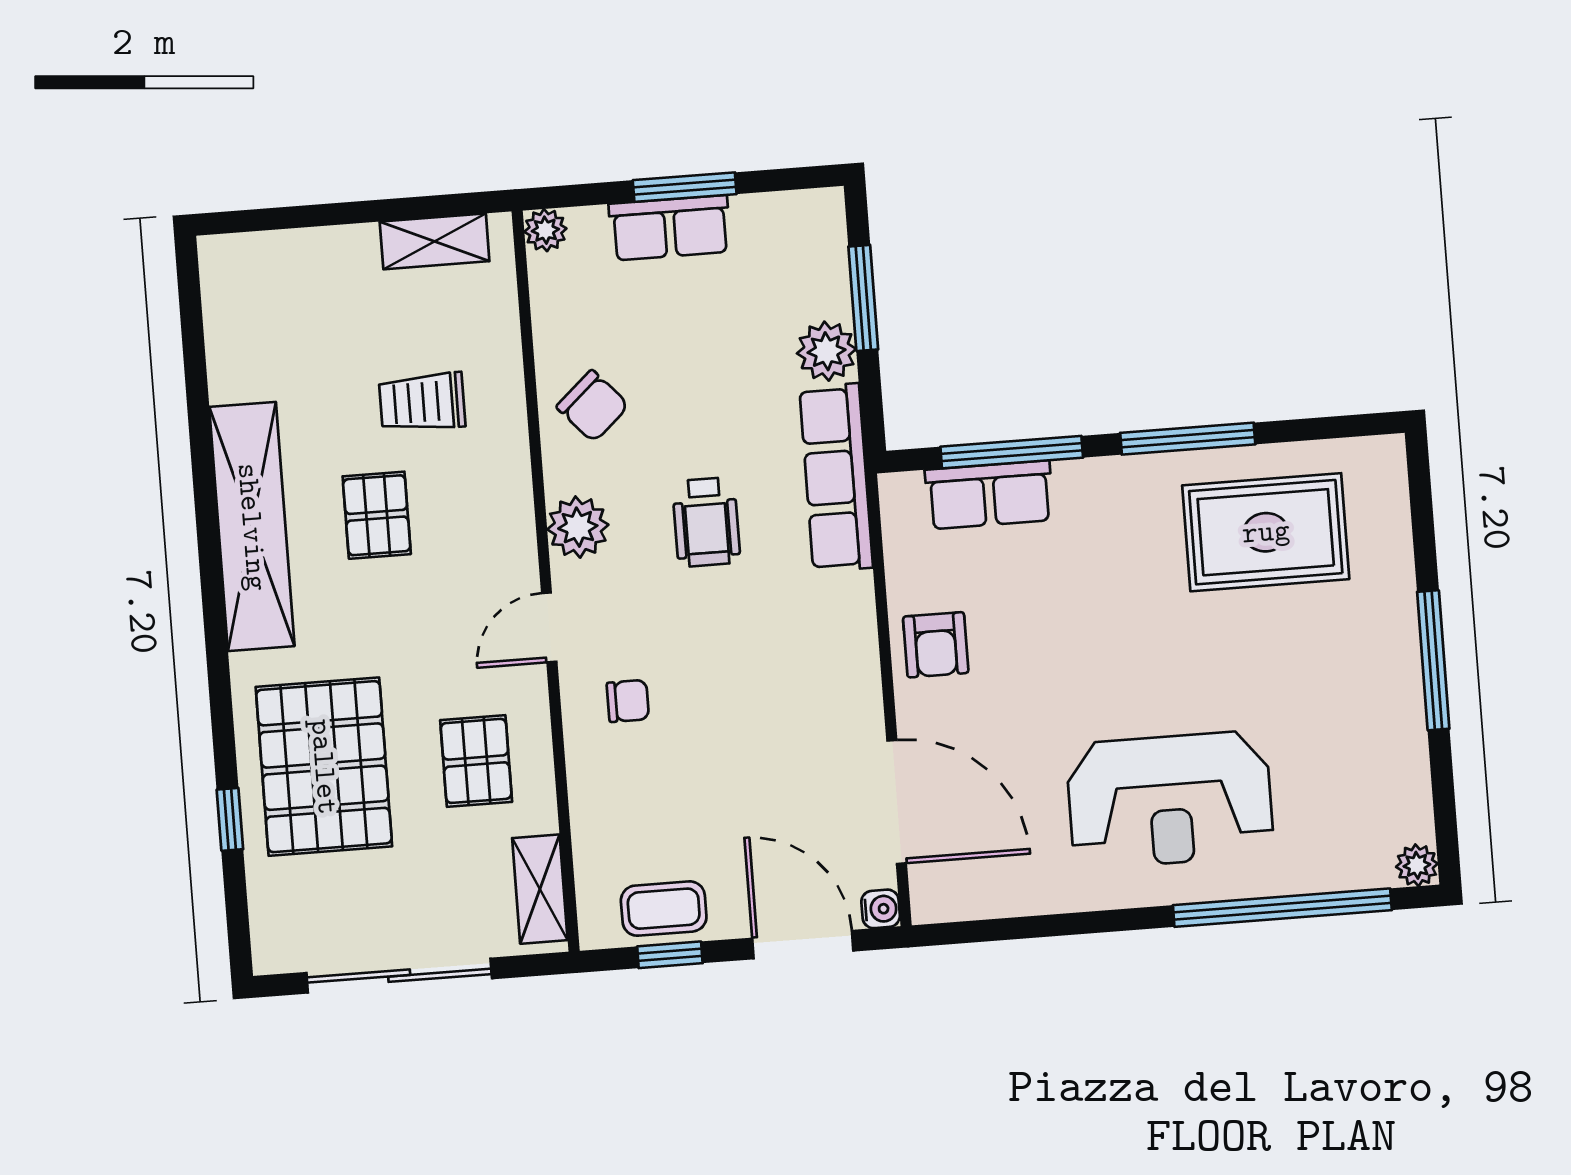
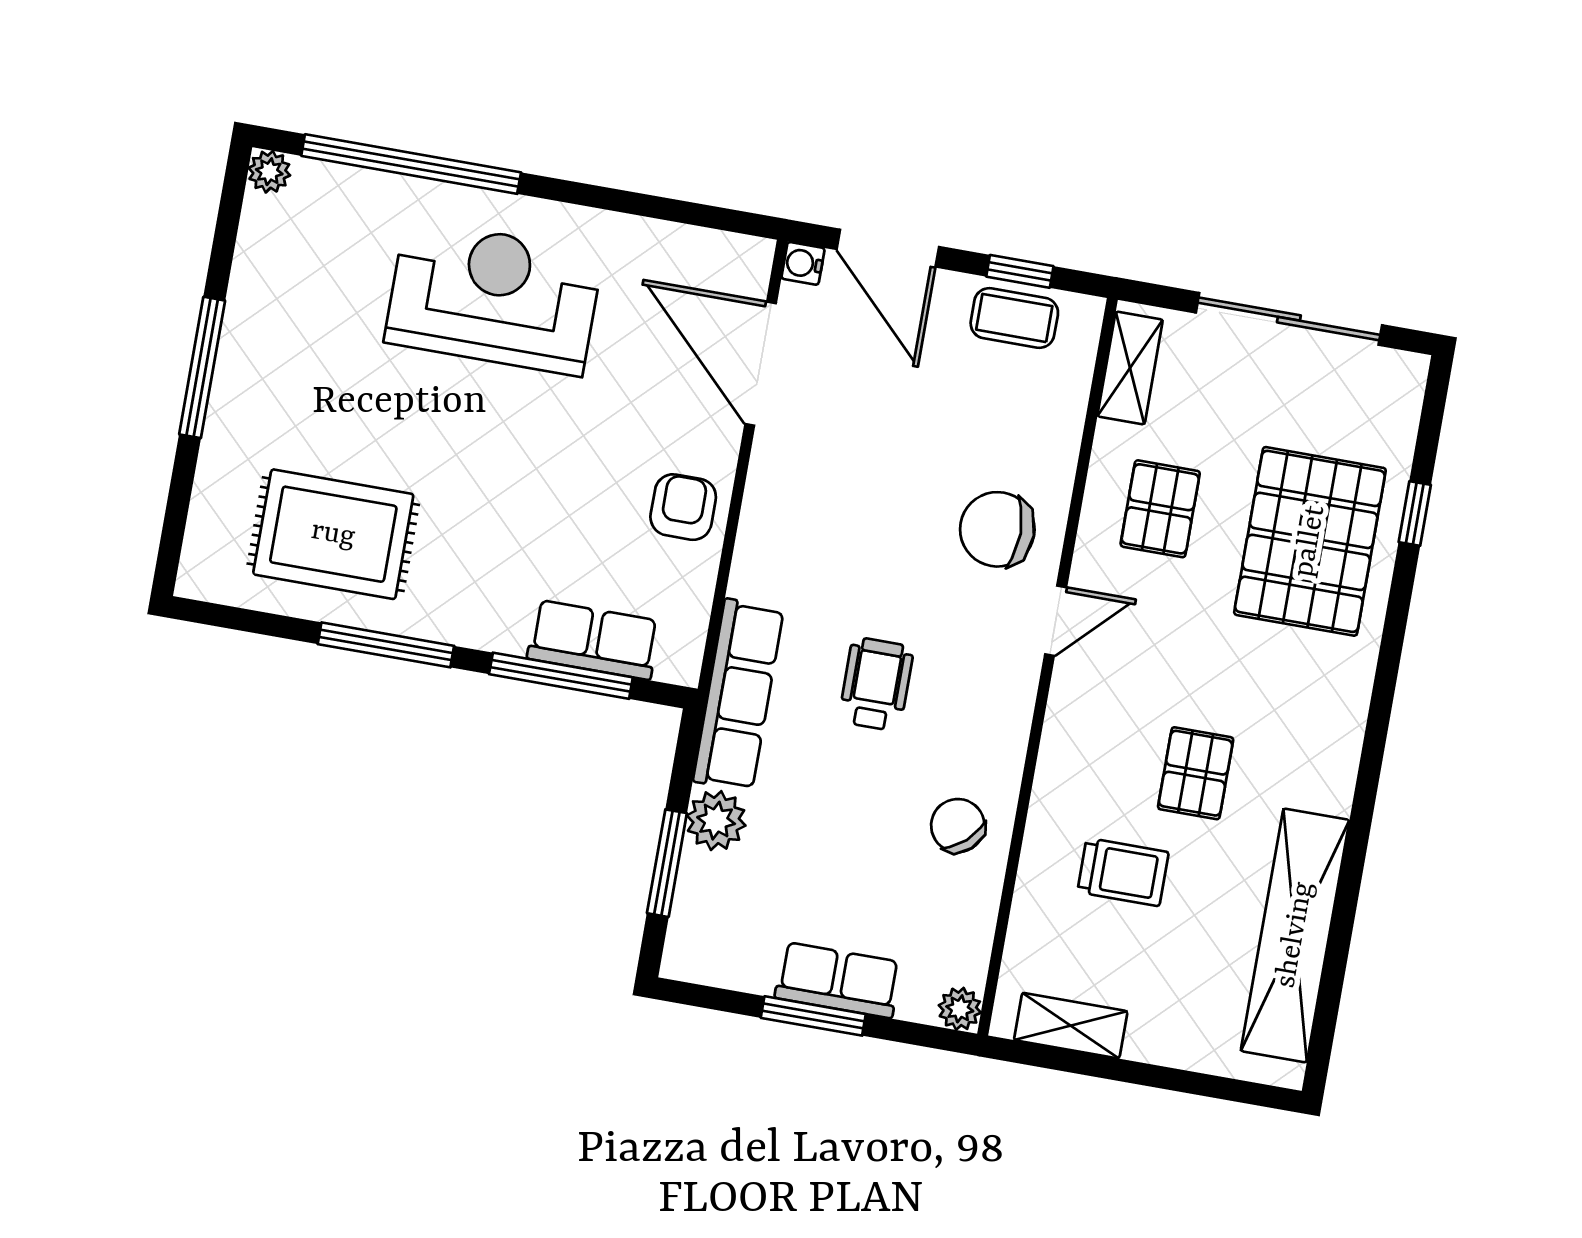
shelving: (252, 527) -> (1295, 935), moved
plant: (578, 527) -> (1003, 711), removed
chair: (628, 701) -> (997, 529), width x1.87, depth x1.87

